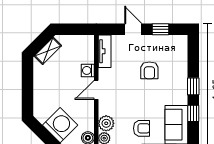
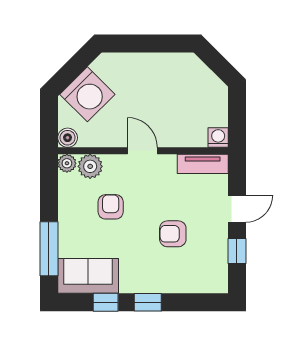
shelving: (48, 51) -> (203, 75), removed
washing machine: (88, 70) -> (218, 138), moved
armchair: (142, 128) -> (111, 207), moved, turned 180

